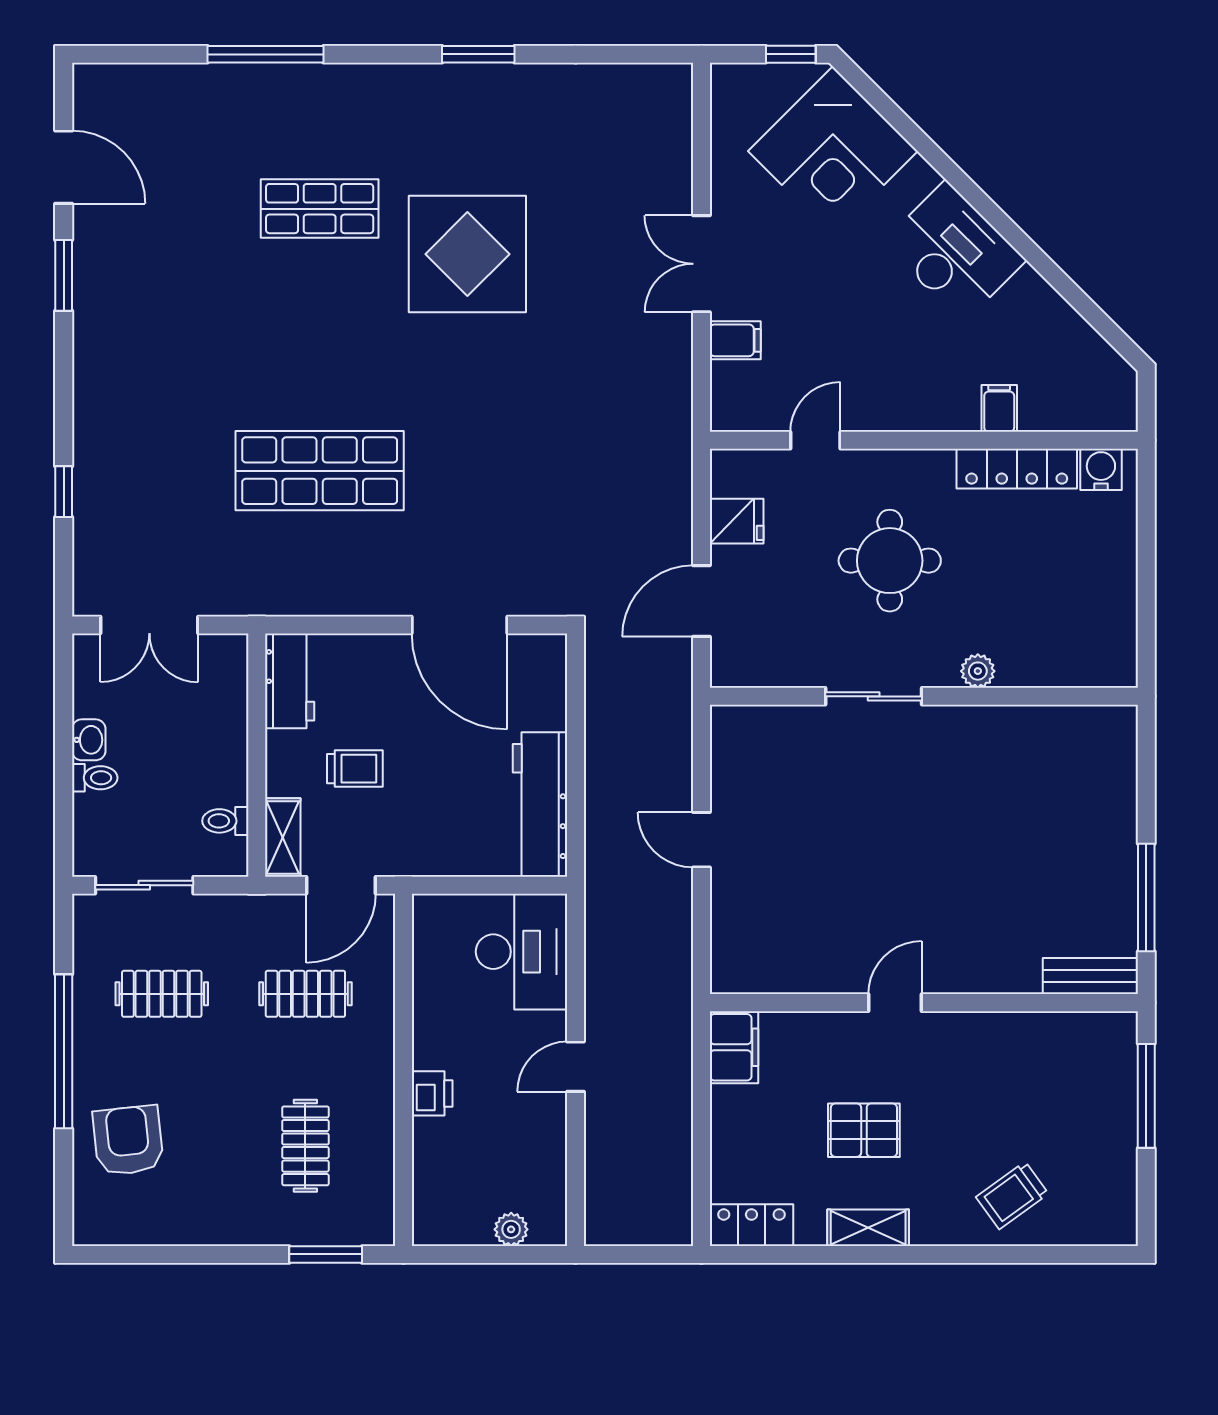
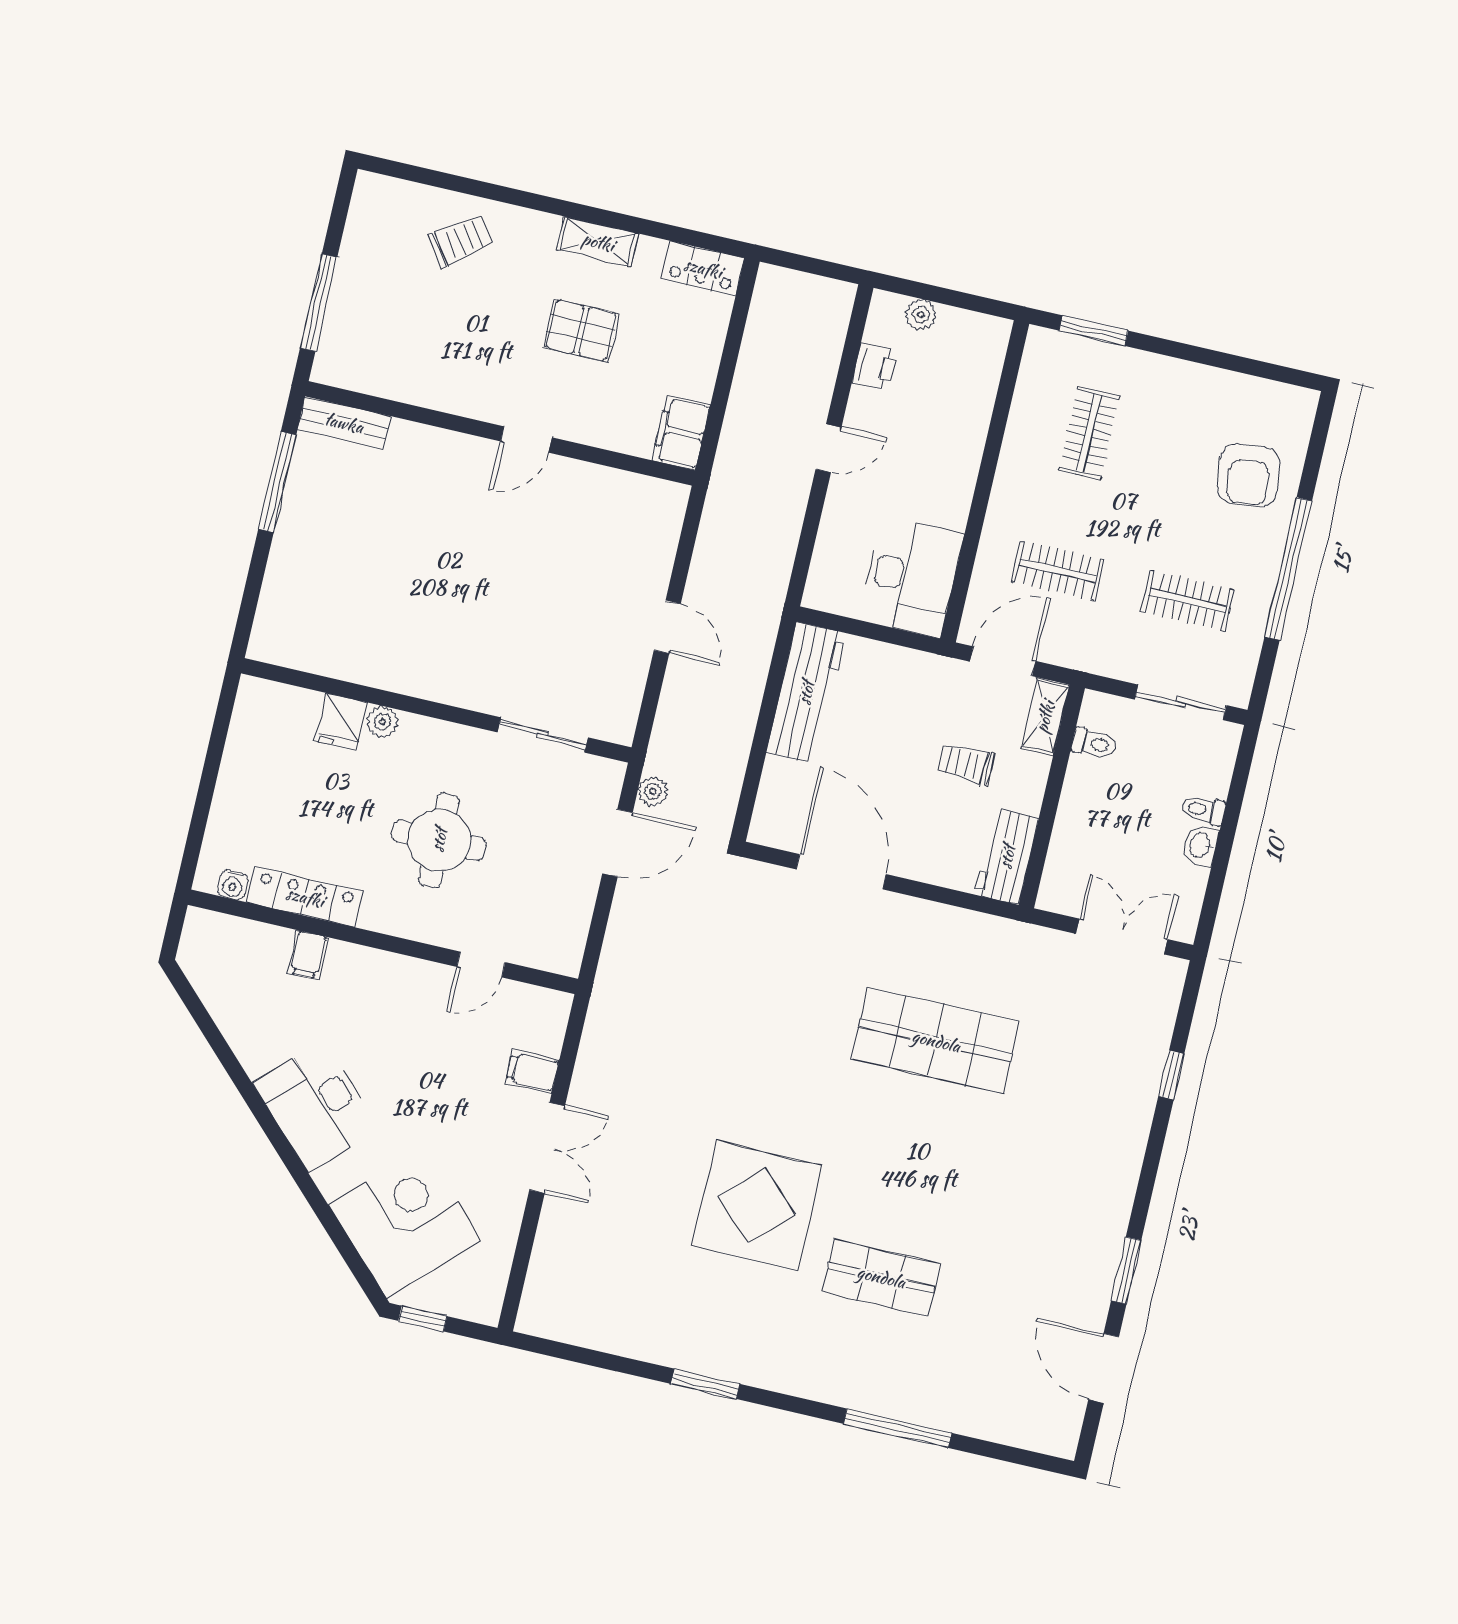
water cooler: (1101, 469) -> (233, 885), width x0.72, depth x0.72
fridge: (737, 521) -> (342, 722), moved, turned -90
plant: (677, 664) -> (653, 791), added
sliding door: (874, 696) -> (543, 735), moved
desk: (522, 952) -> (911, 577), moved, turned 180
printer: (432, 1093) -> (875, 366), moved, turned 180

